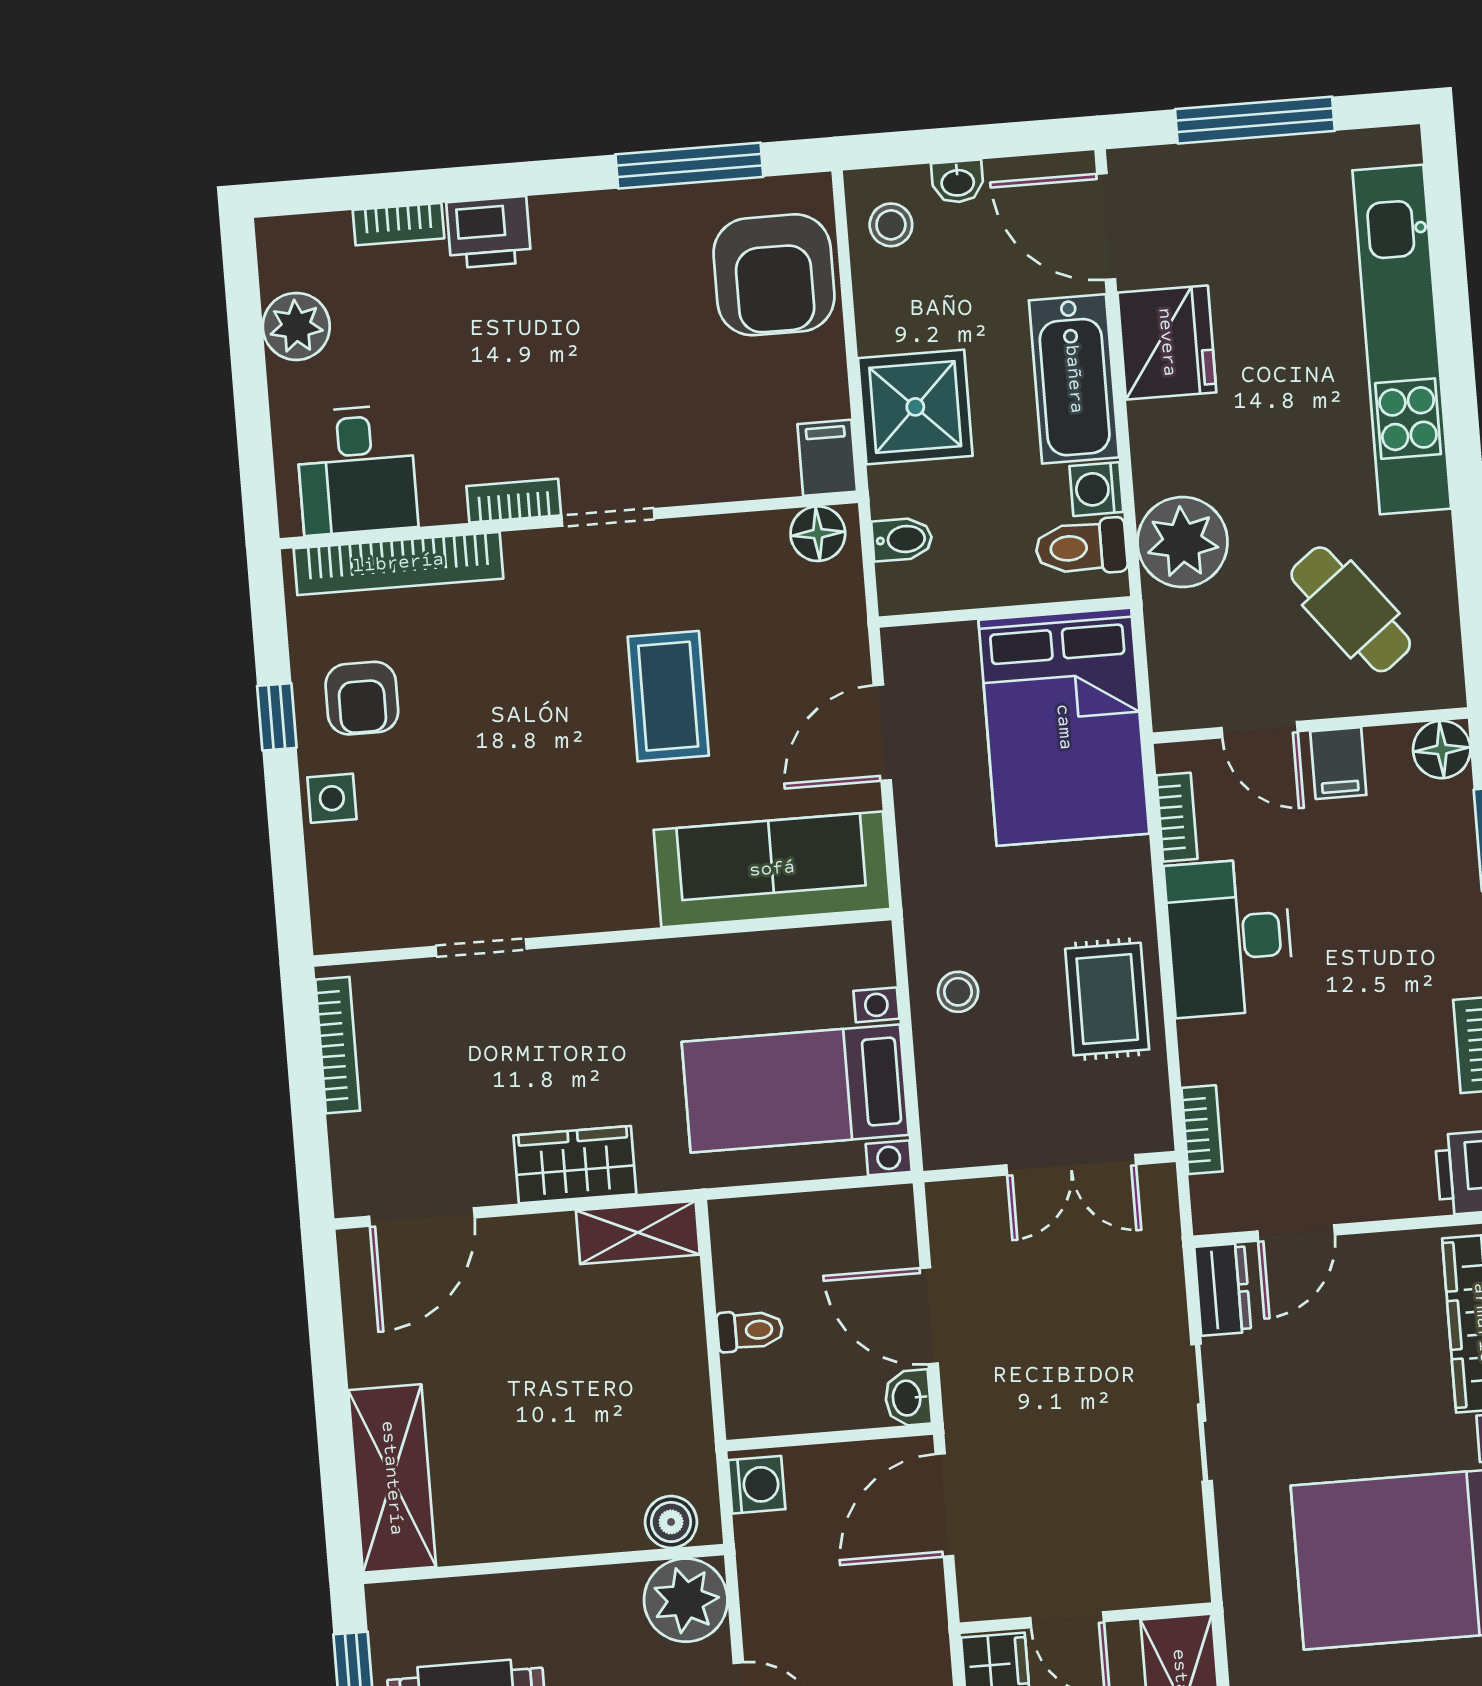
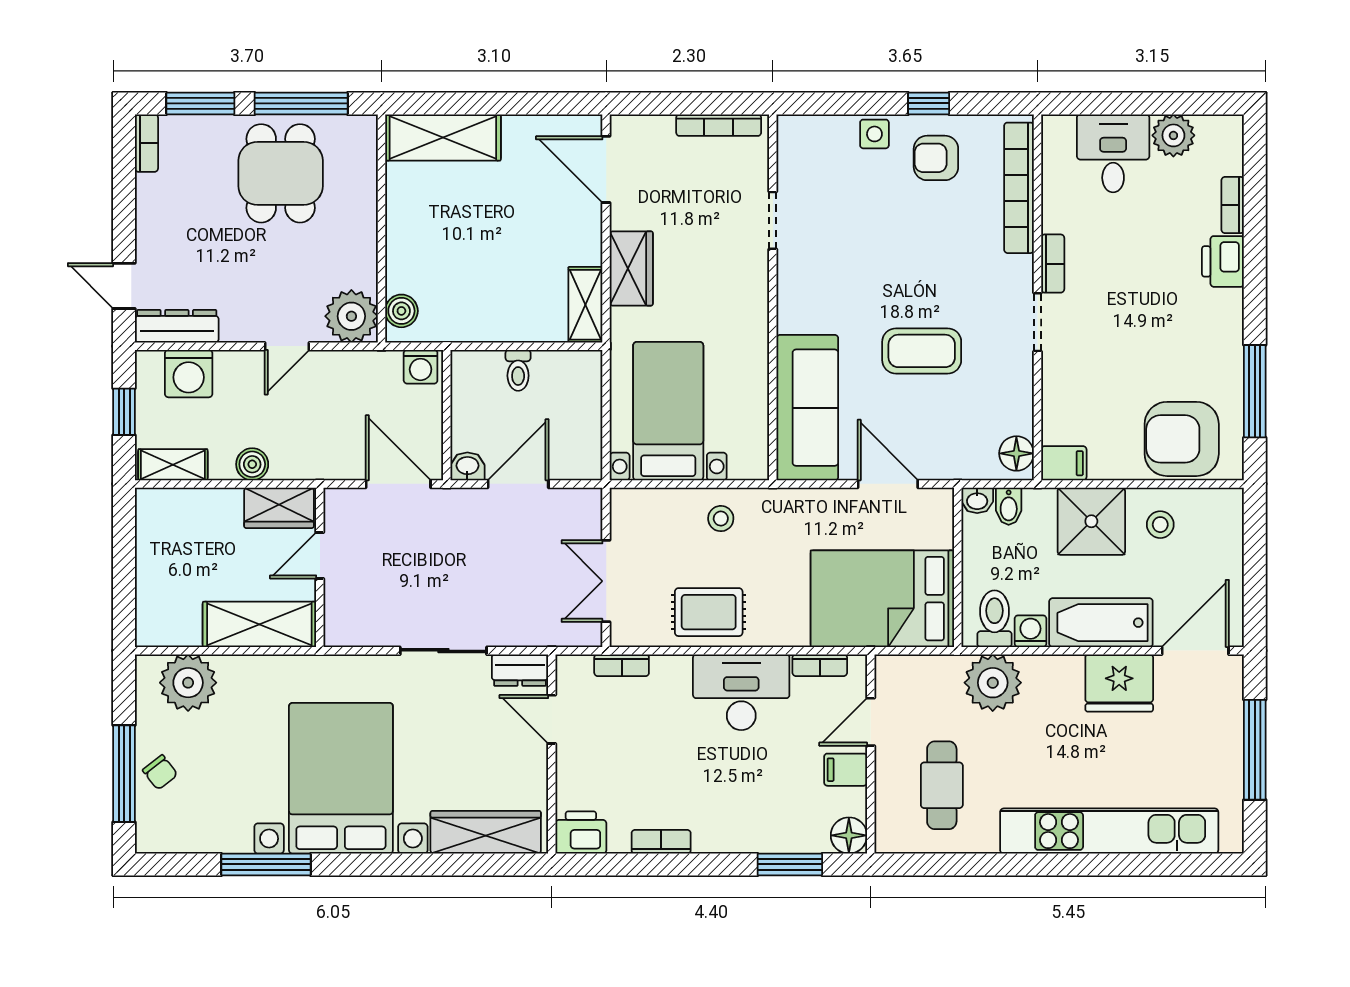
washbasin: (958, 182) -> (977, 500), moved, turned -90
stool: (891, 225) -> (1160, 525), moved
desk: (357, 470) -> (1113, 153), moved, turned 90
cafe table: (1351, 609) -> (942, 785), turned -52

